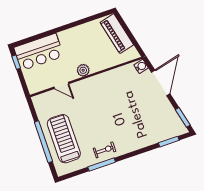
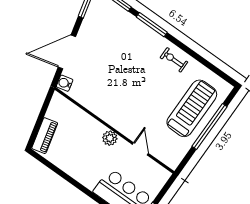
piano: (117, 34) -> (45, 136), width x0.73, depth x0.75
treadmill: (64, 139) -> (192, 108), turned 180
window: (102, 165) -> (152, 25), moved

